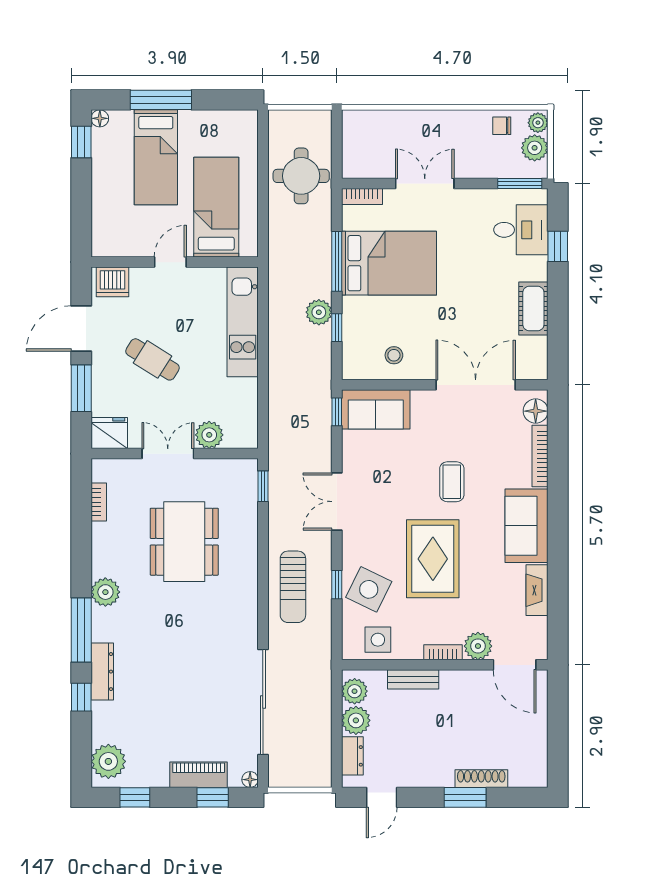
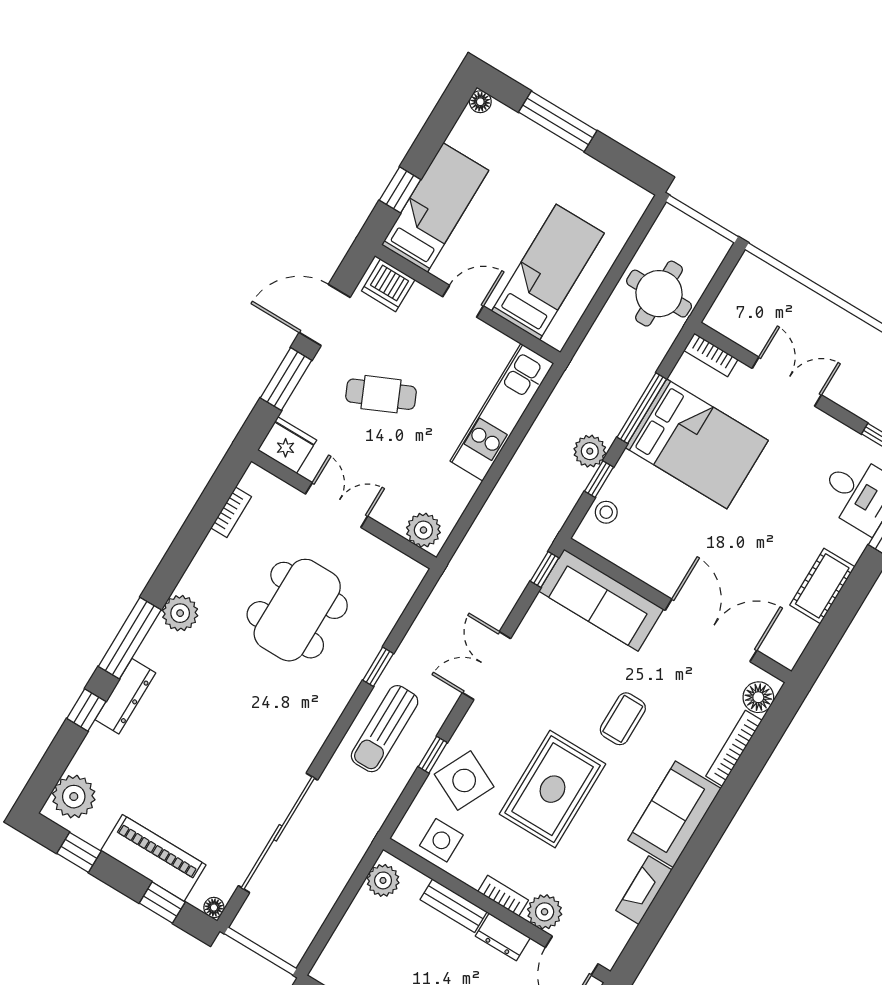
window: (81, 142) -> (400, 190), moved
bed: (156, 157) -> (435, 208), moved, turned 180
stool: (394, 355) -> (606, 512), moved
cafe table: (152, 359) -> (381, 394), turned -56
sofa: (376, 409) -> (601, 600), width x1.36
plant: (209, 435) -> (423, 530), moved
window: (263, 486) -> (378, 667), moved
plant: (356, 720) -> (366, 913), removed
dresser: (352, 756) -> (503, 937), moved, turned 90
piano: (199, 775) -> (153, 858), width x1.37, depth x1.33

